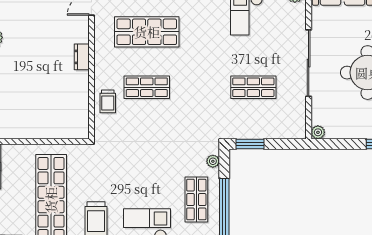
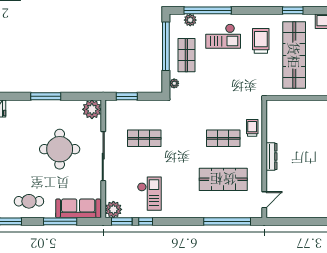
dresser: (82, 57) -> (271, 157), width x1.44
plant: (318, 132) -> (92, 109), width x1.88, depth x1.88
window: (250, 144) -> (127, 96), moved

